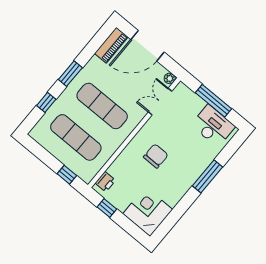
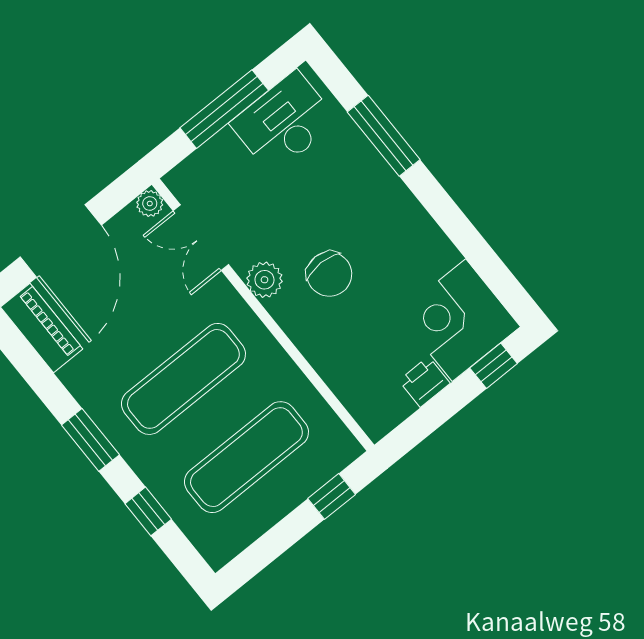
plant: (148, 130) -> (264, 280), added
chair: (156, 156) -> (329, 274), turned 180
window: (207, 176) -> (384, 136), moved
printer: (105, 182) -> (424, 382), moved, turned -90
window: (107, 208) -> (494, 366), moved

